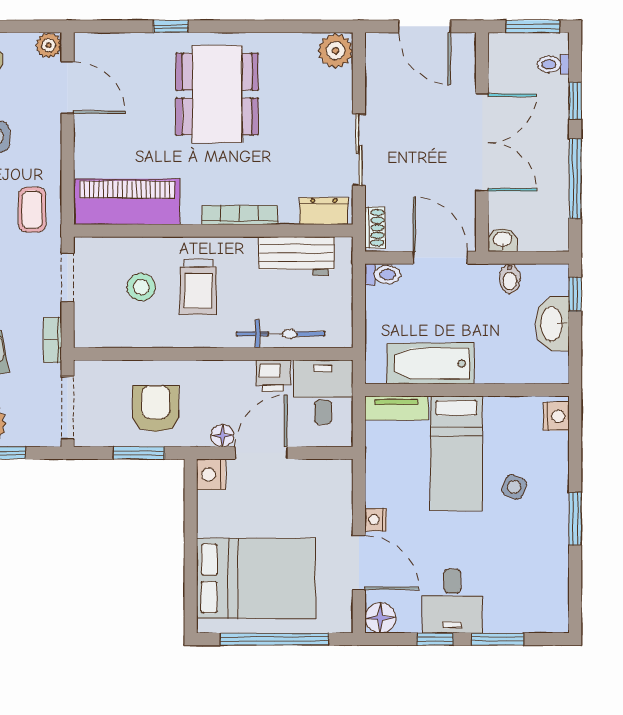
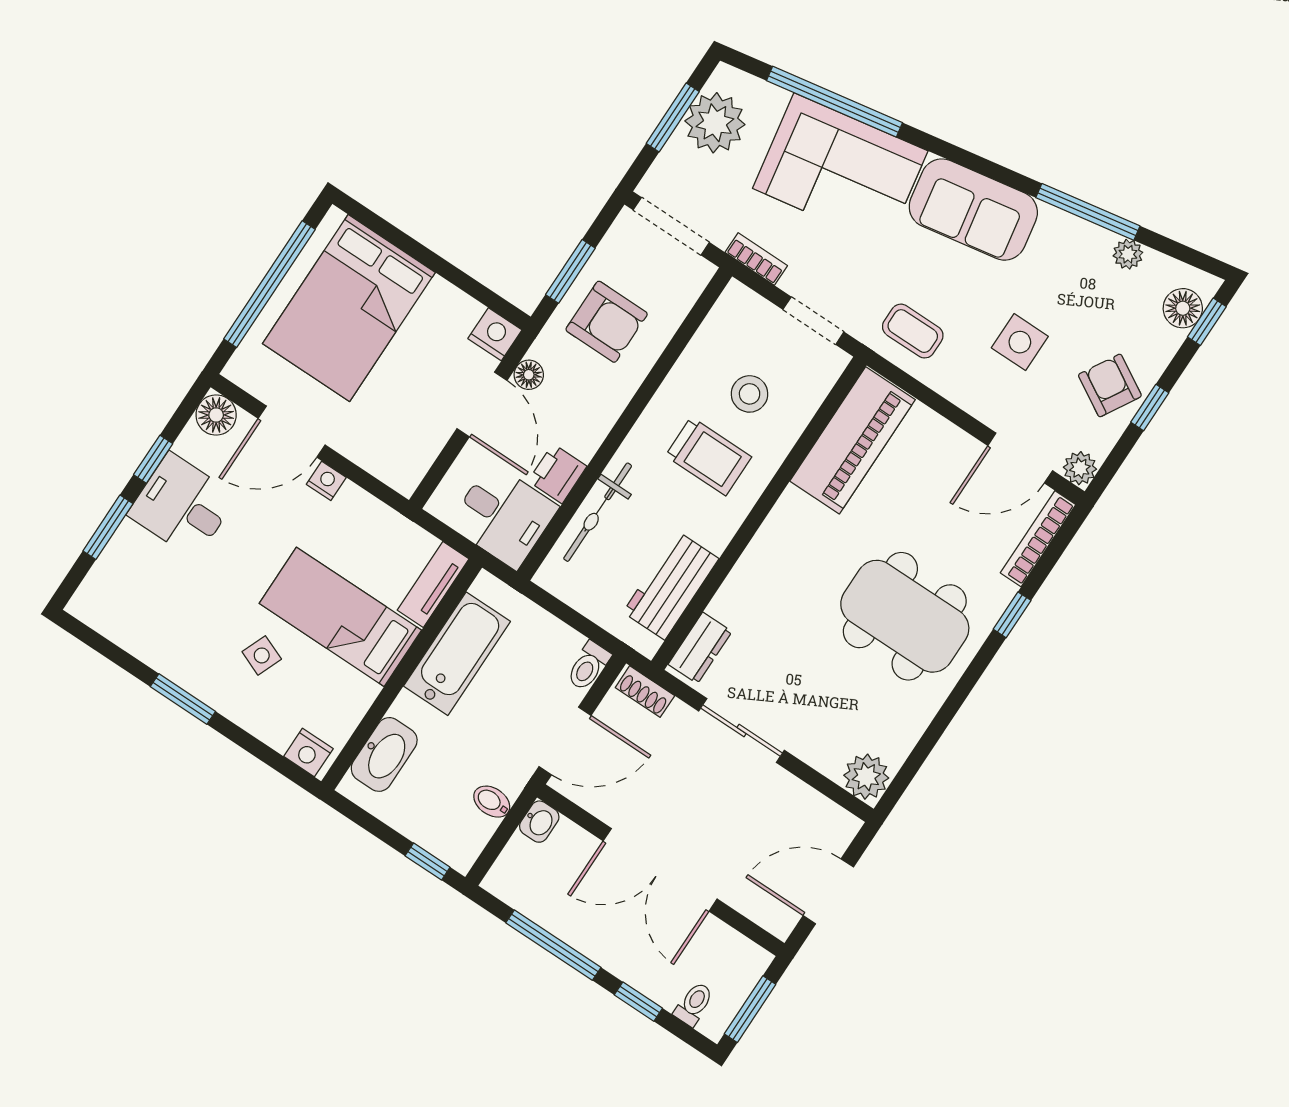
bookcase: (240, 215) -> (1038, 539), moved, turned 180
trolley: (198, 287) -> (708, 456), turned 180
washbasin: (552, 324) -> (384, 754), moved, turned 90

